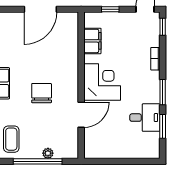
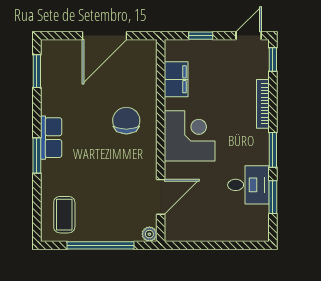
bookcase: (155, 59) -> (263, 104), width x1.56
chair: (42, 93) -> (126, 121), moved
door: (81, 115) -> (161, 197), moved
plant: (48, 153) -> (149, 234), moved

